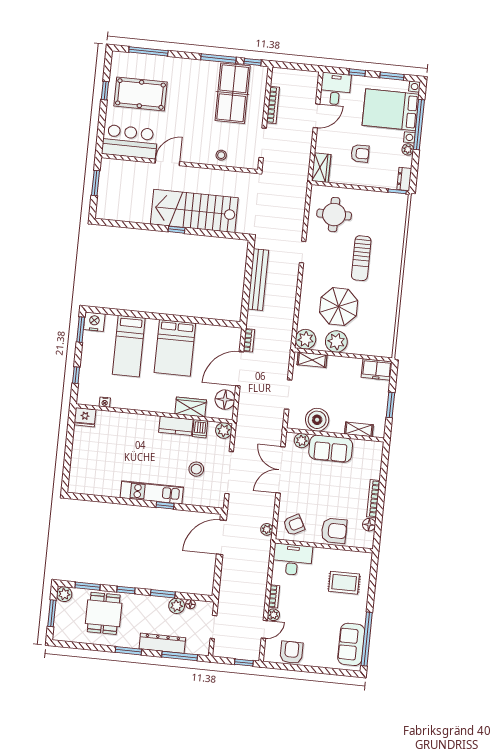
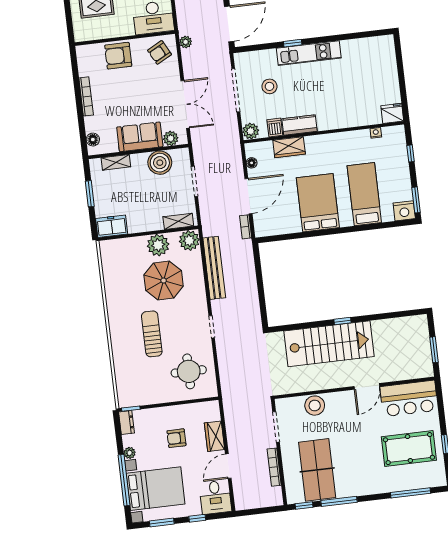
stool: (221, 155) -> (315, 406), width x1.89, depth x1.89
wardrobe: (321, 168) -> (214, 436), moved
bench: (258, 280) -> (214, 268), moved
floor lamp: (225, 400) -> (252, 163), width x0.53, depth x0.53
floor lamp: (369, 525) -> (93, 140), moved

